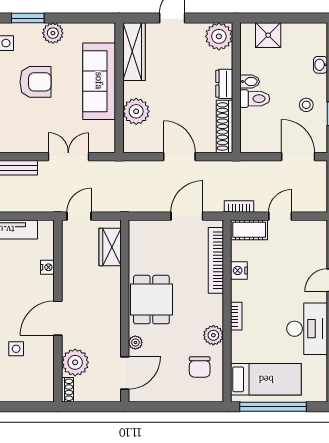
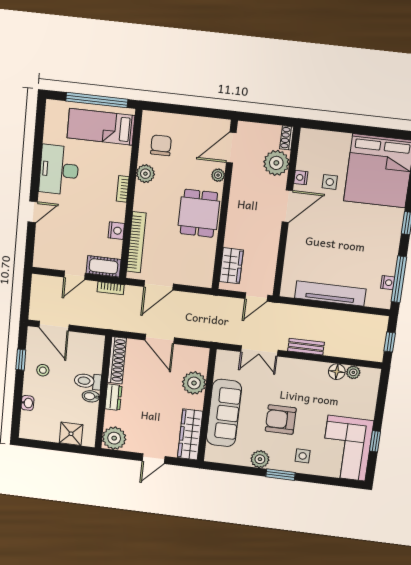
nightstand: (47, 267) -> (301, 178), moved

